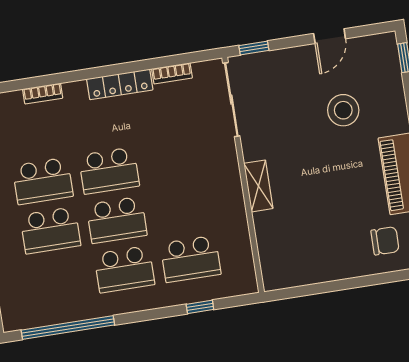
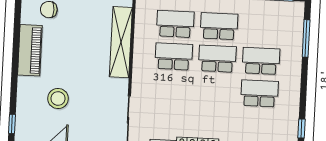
school desk: (109, 171) -> (174, 56), moved
shelving: (258, 186) -> (121, 42), width x2.20, depth x1.33

